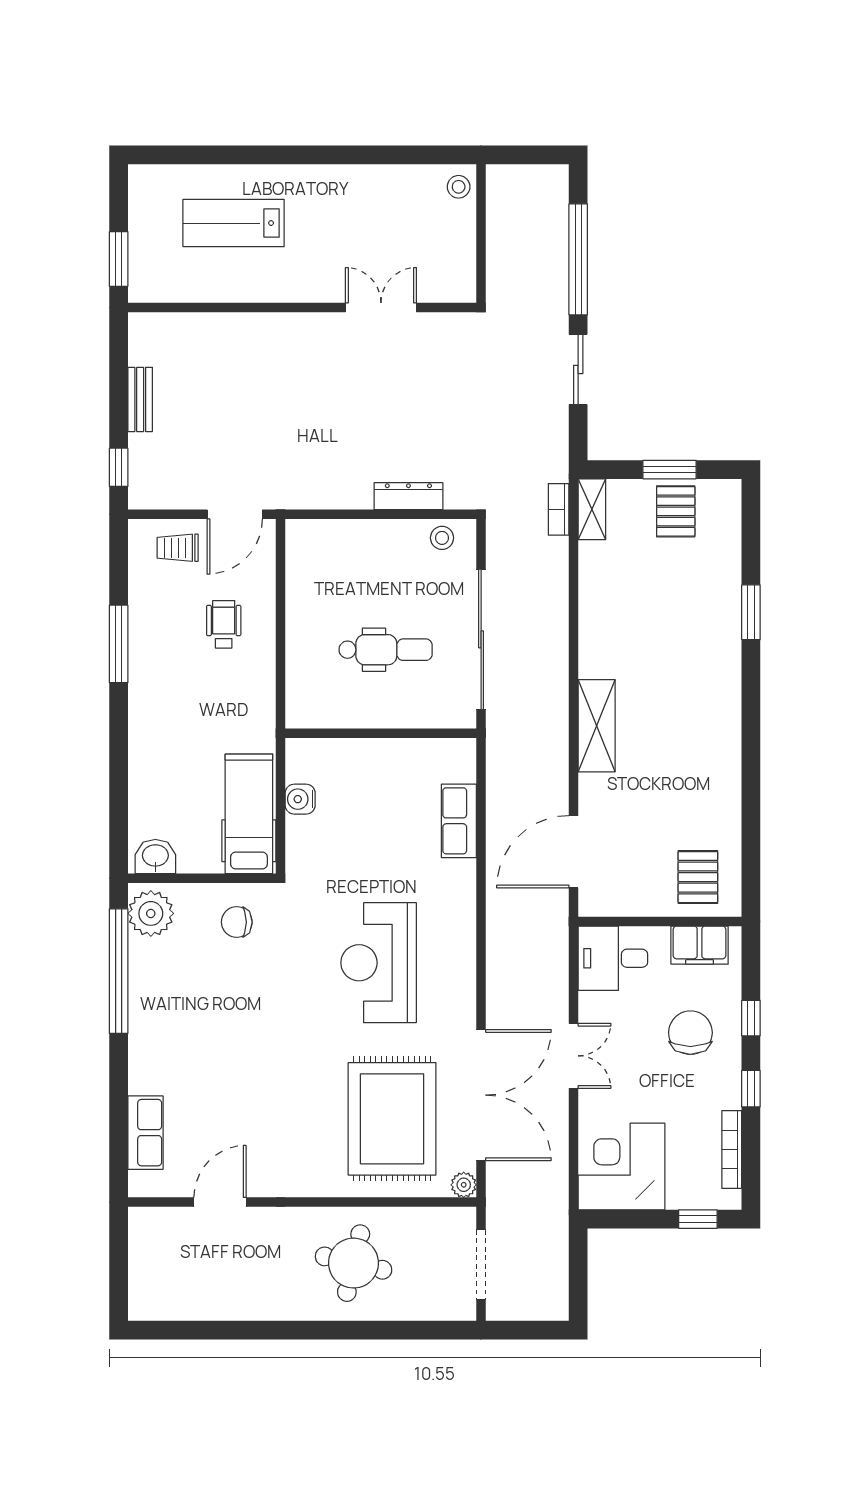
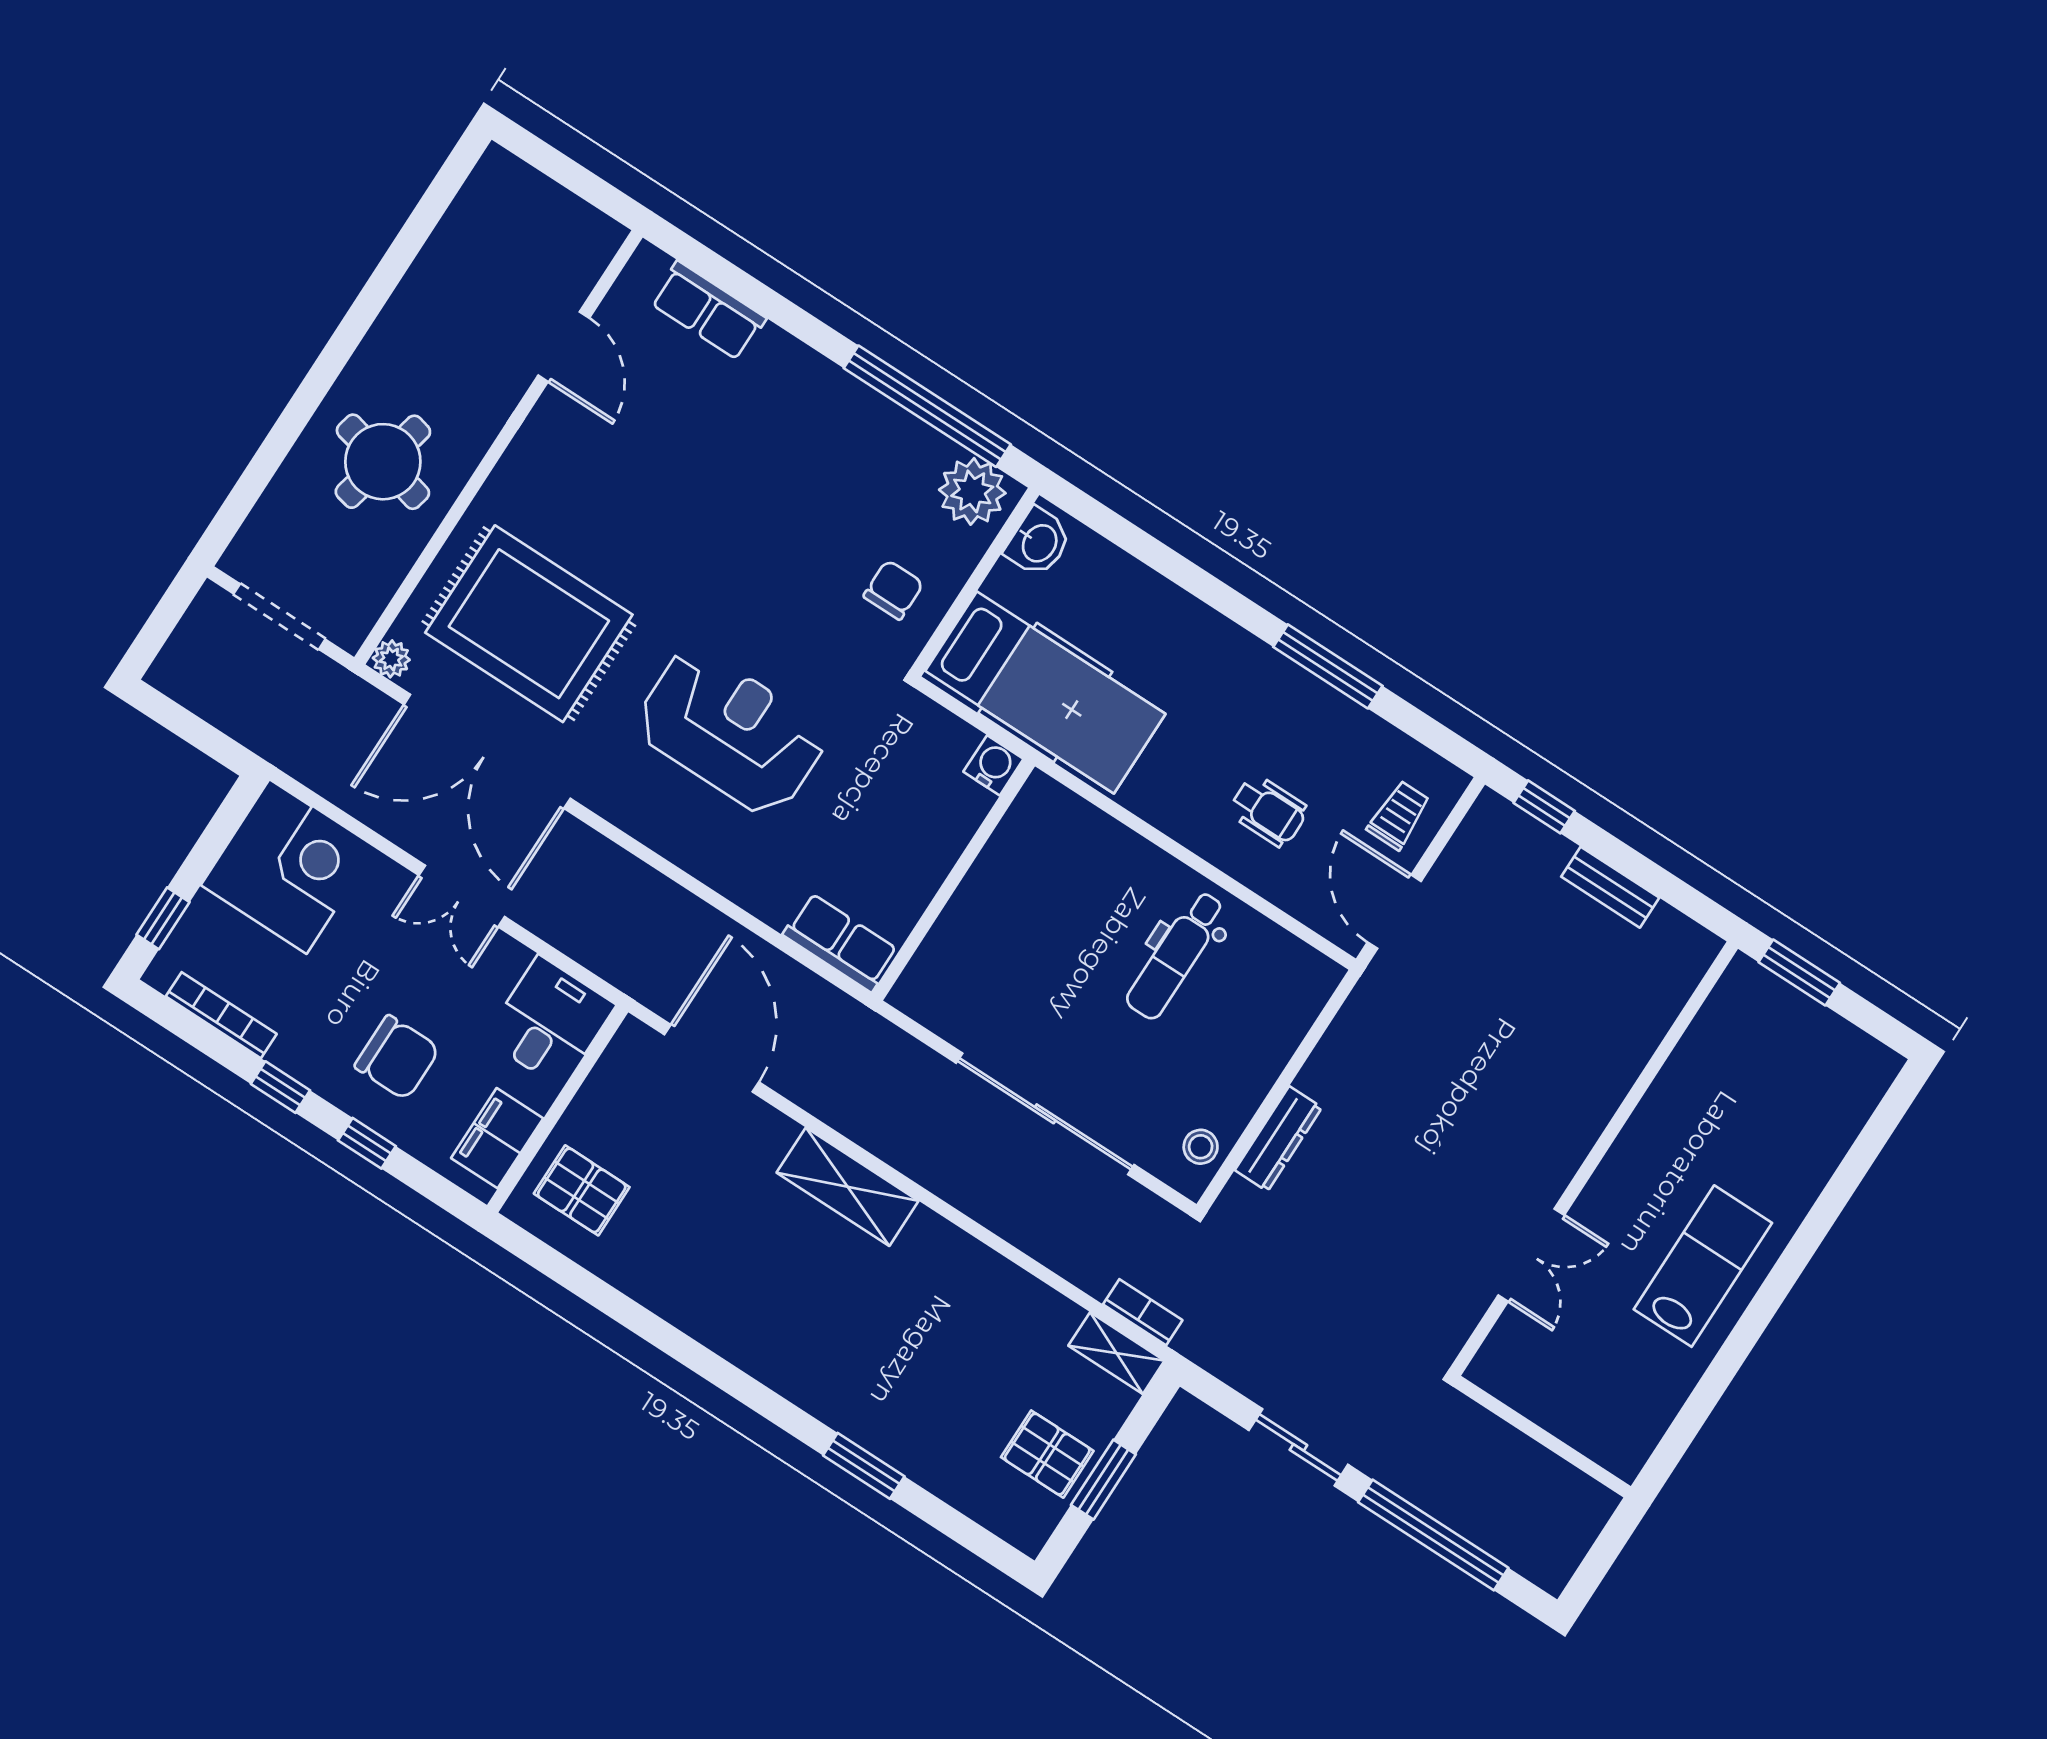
stool: (459, 187) -> (1617, 1446), removed
lab bench: (234, 223) -> (1703, 1266), moved
dental chair: (386, 650) -> (1176, 955), moved
wall: (381, 733) -> (953, 880), moved
hospital bed: (249, 814) -> (1045, 692), width x1.37, depth x1.29

